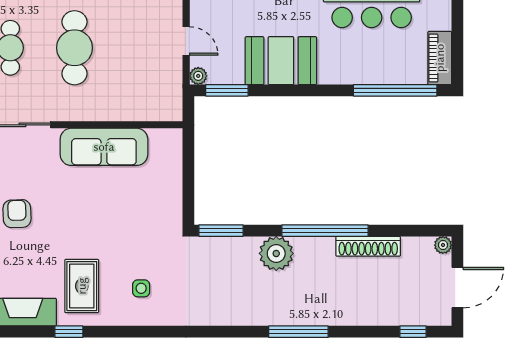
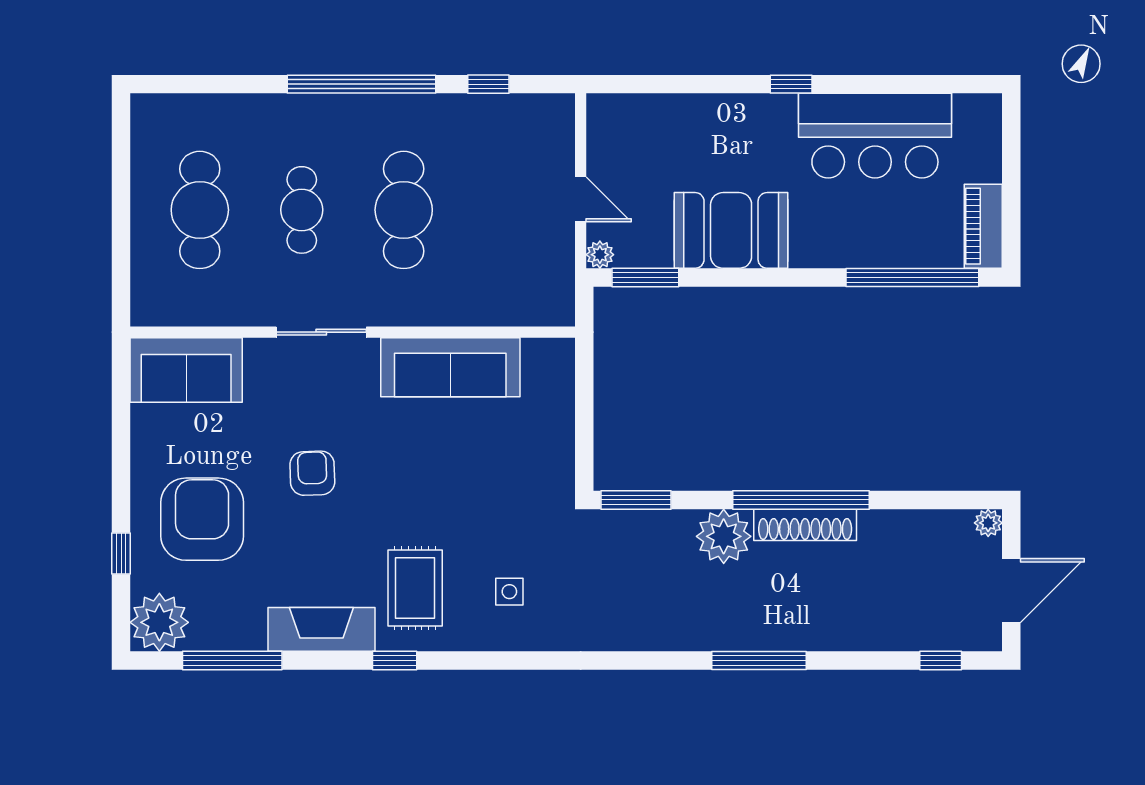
shoe rack: (368, 246) -> (805, 525), moved

